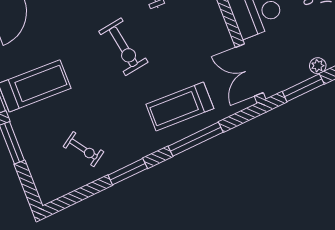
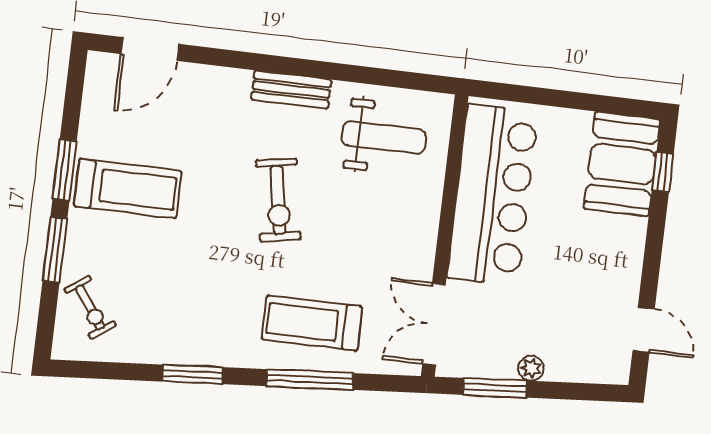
exercise bike: (84, 149) -> (90, 307), moved

